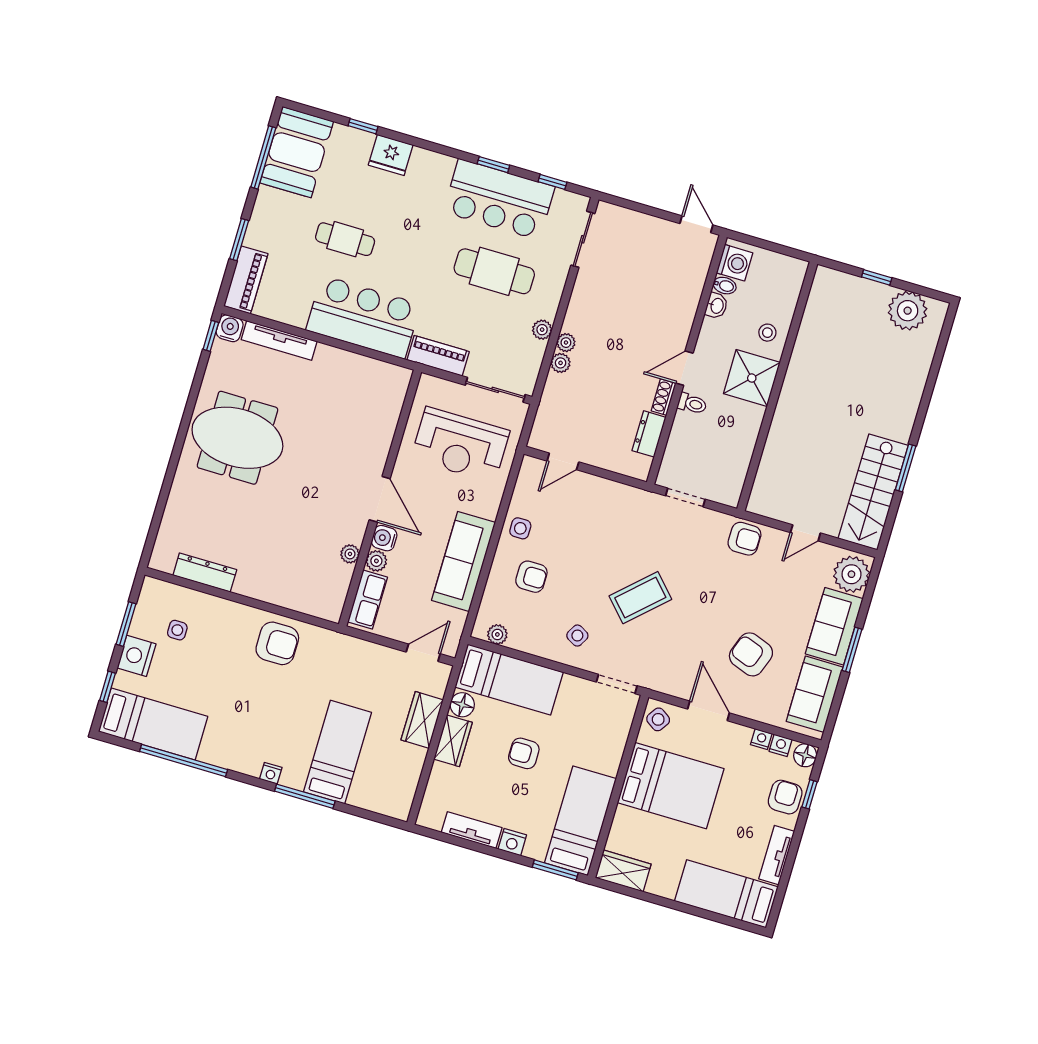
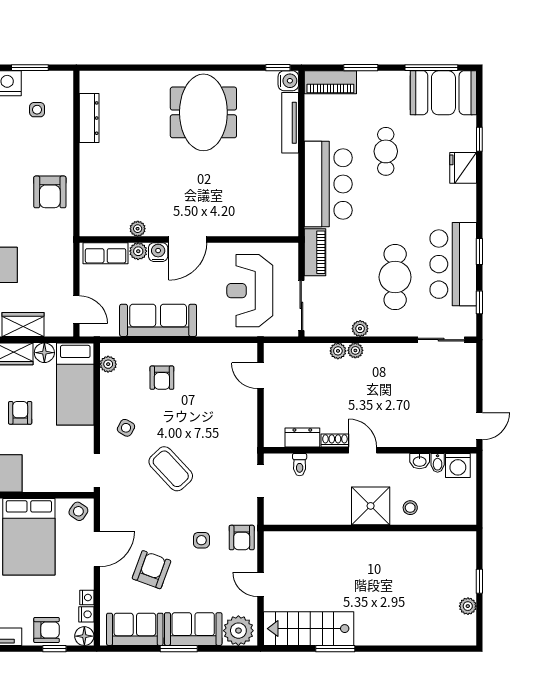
plant: (908, 311) -> (468, 606), width x0.53, depth x0.53
toilet: (692, 404) -> (300, 465), moved
side table: (520, 528) -> (201, 540), moved

